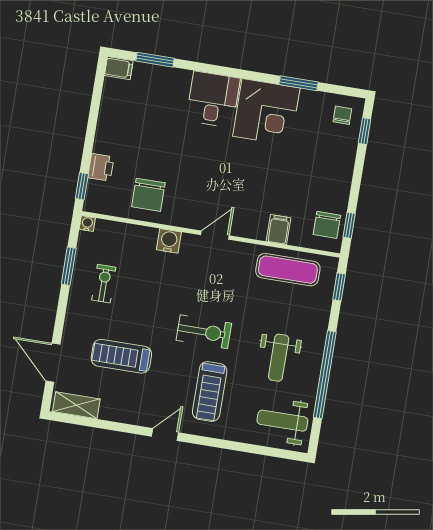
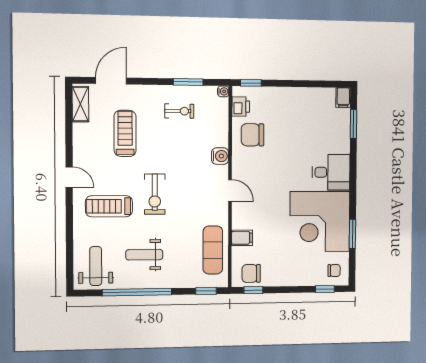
corner desk: (266, 112) -> (320, 222), width x1.36, depth x1.36
printer: (101, 167) -> (241, 107), moved, turned -90

